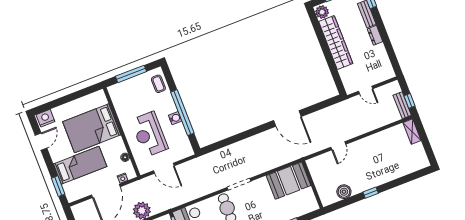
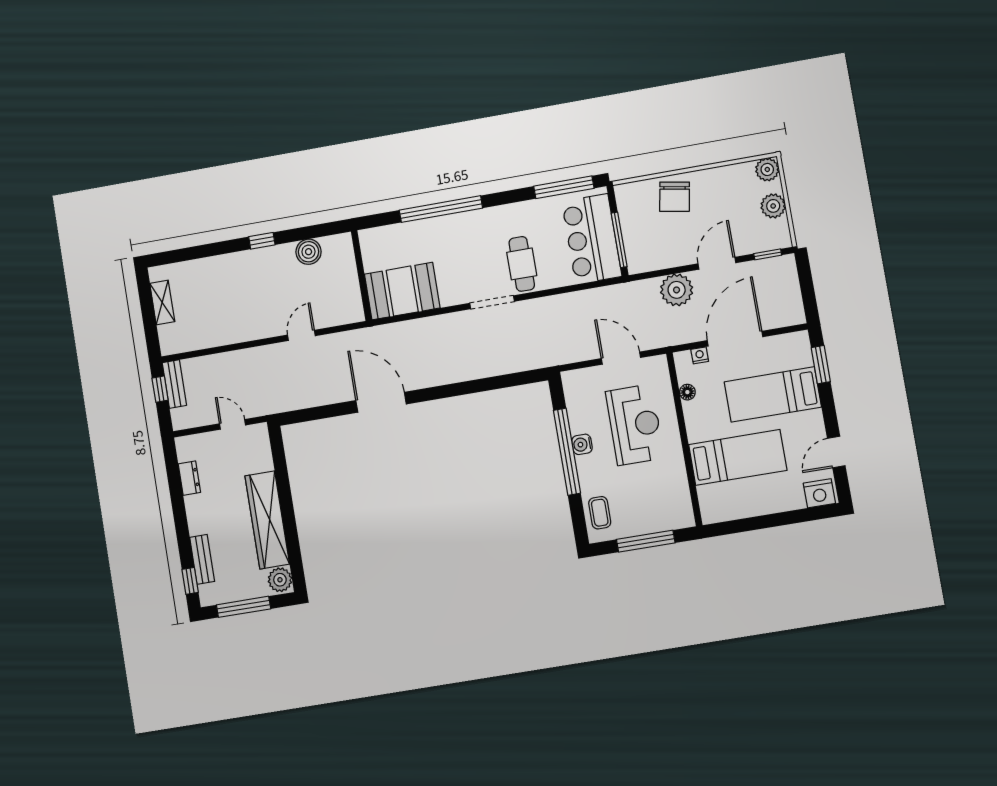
dresser: (375, 35) -> (189, 478), moved
bed: (92, 128) -> (738, 457), width x0.67
shelving: (412, 132) -> (162, 302), moved

